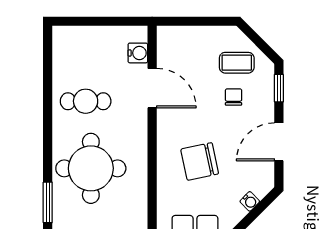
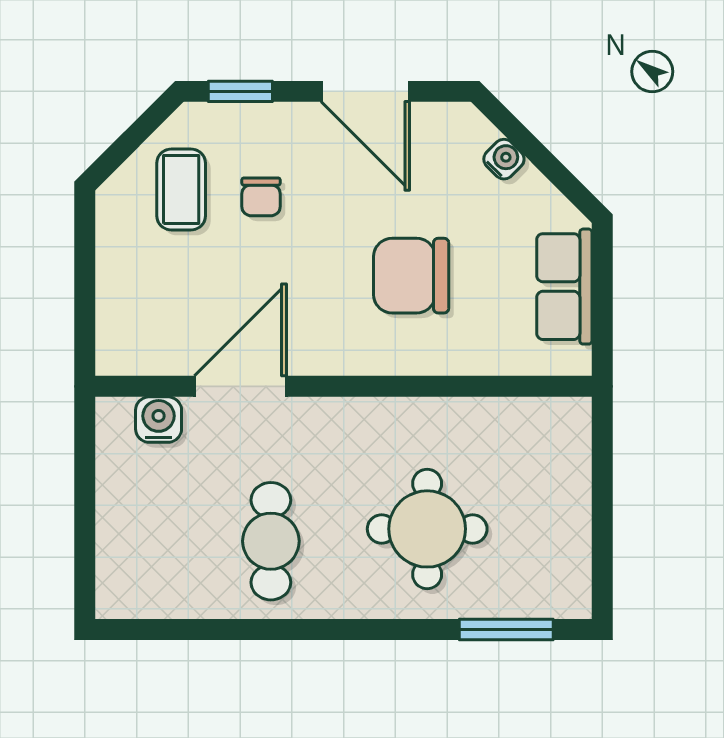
chair: (234, 97) -> (261, 197), turned -90
chair: (200, 161) -> (411, 276), turned 102
round table: (91, 168) -> (427, 529), width x0.73, depth x0.73

